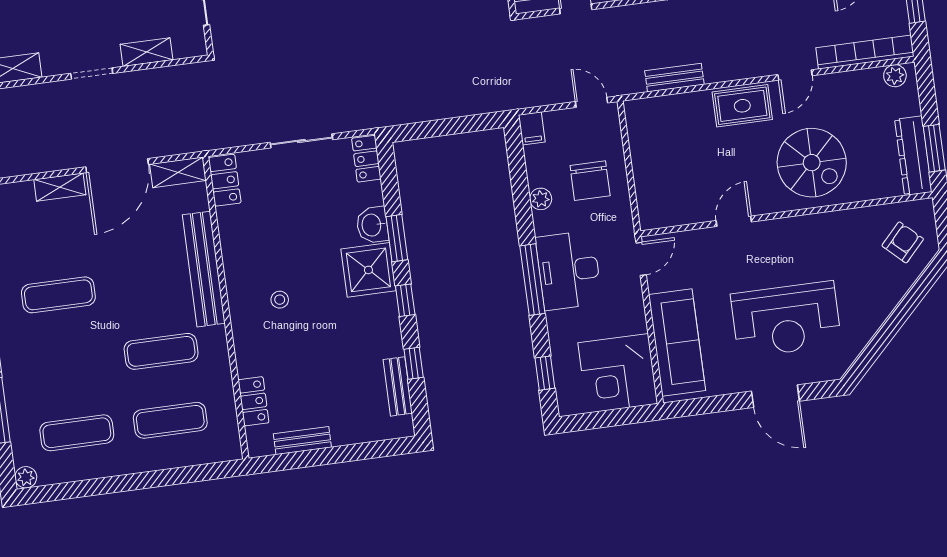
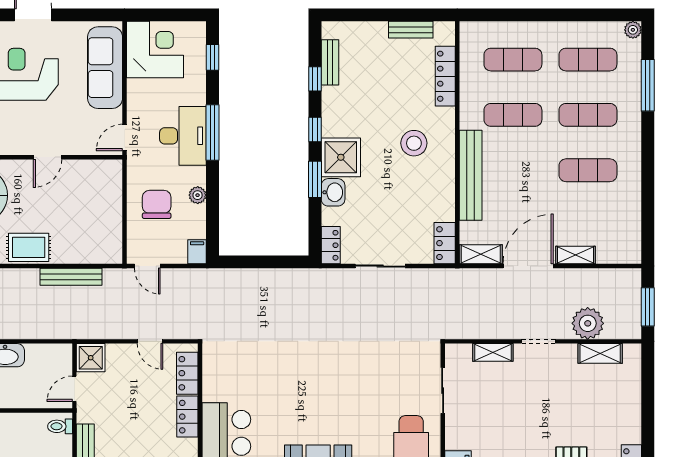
bench: (674, 78) -> (71, 277), width x1.36
plant: (33, 104) -> (588, 323), added
stool: (280, 300) -> (414, 143), width x1.89, depth x1.89
exercise mat: (68, 364) -> (588, 115), added
locker: (254, 401) -> (445, 76), width x1.53

